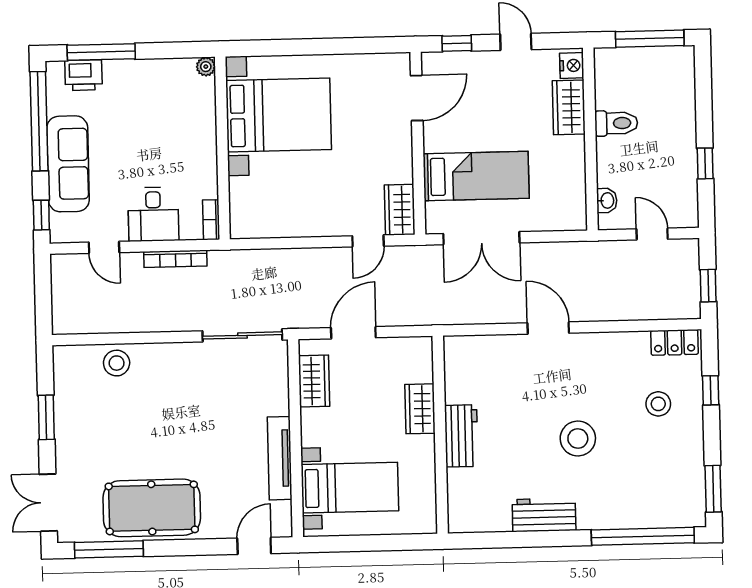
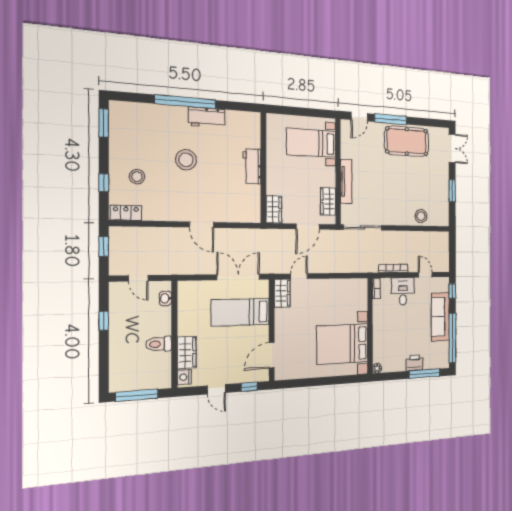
printer: (84, 75) -> (414, 363), moved
wardrobe: (420, 409) -> (274, 209), moved
tv unit: (280, 458) -> (346, 181), moved
window: (643, 536) -> (186, 102), moved
window: (109, 549) -> (391, 119), moved

